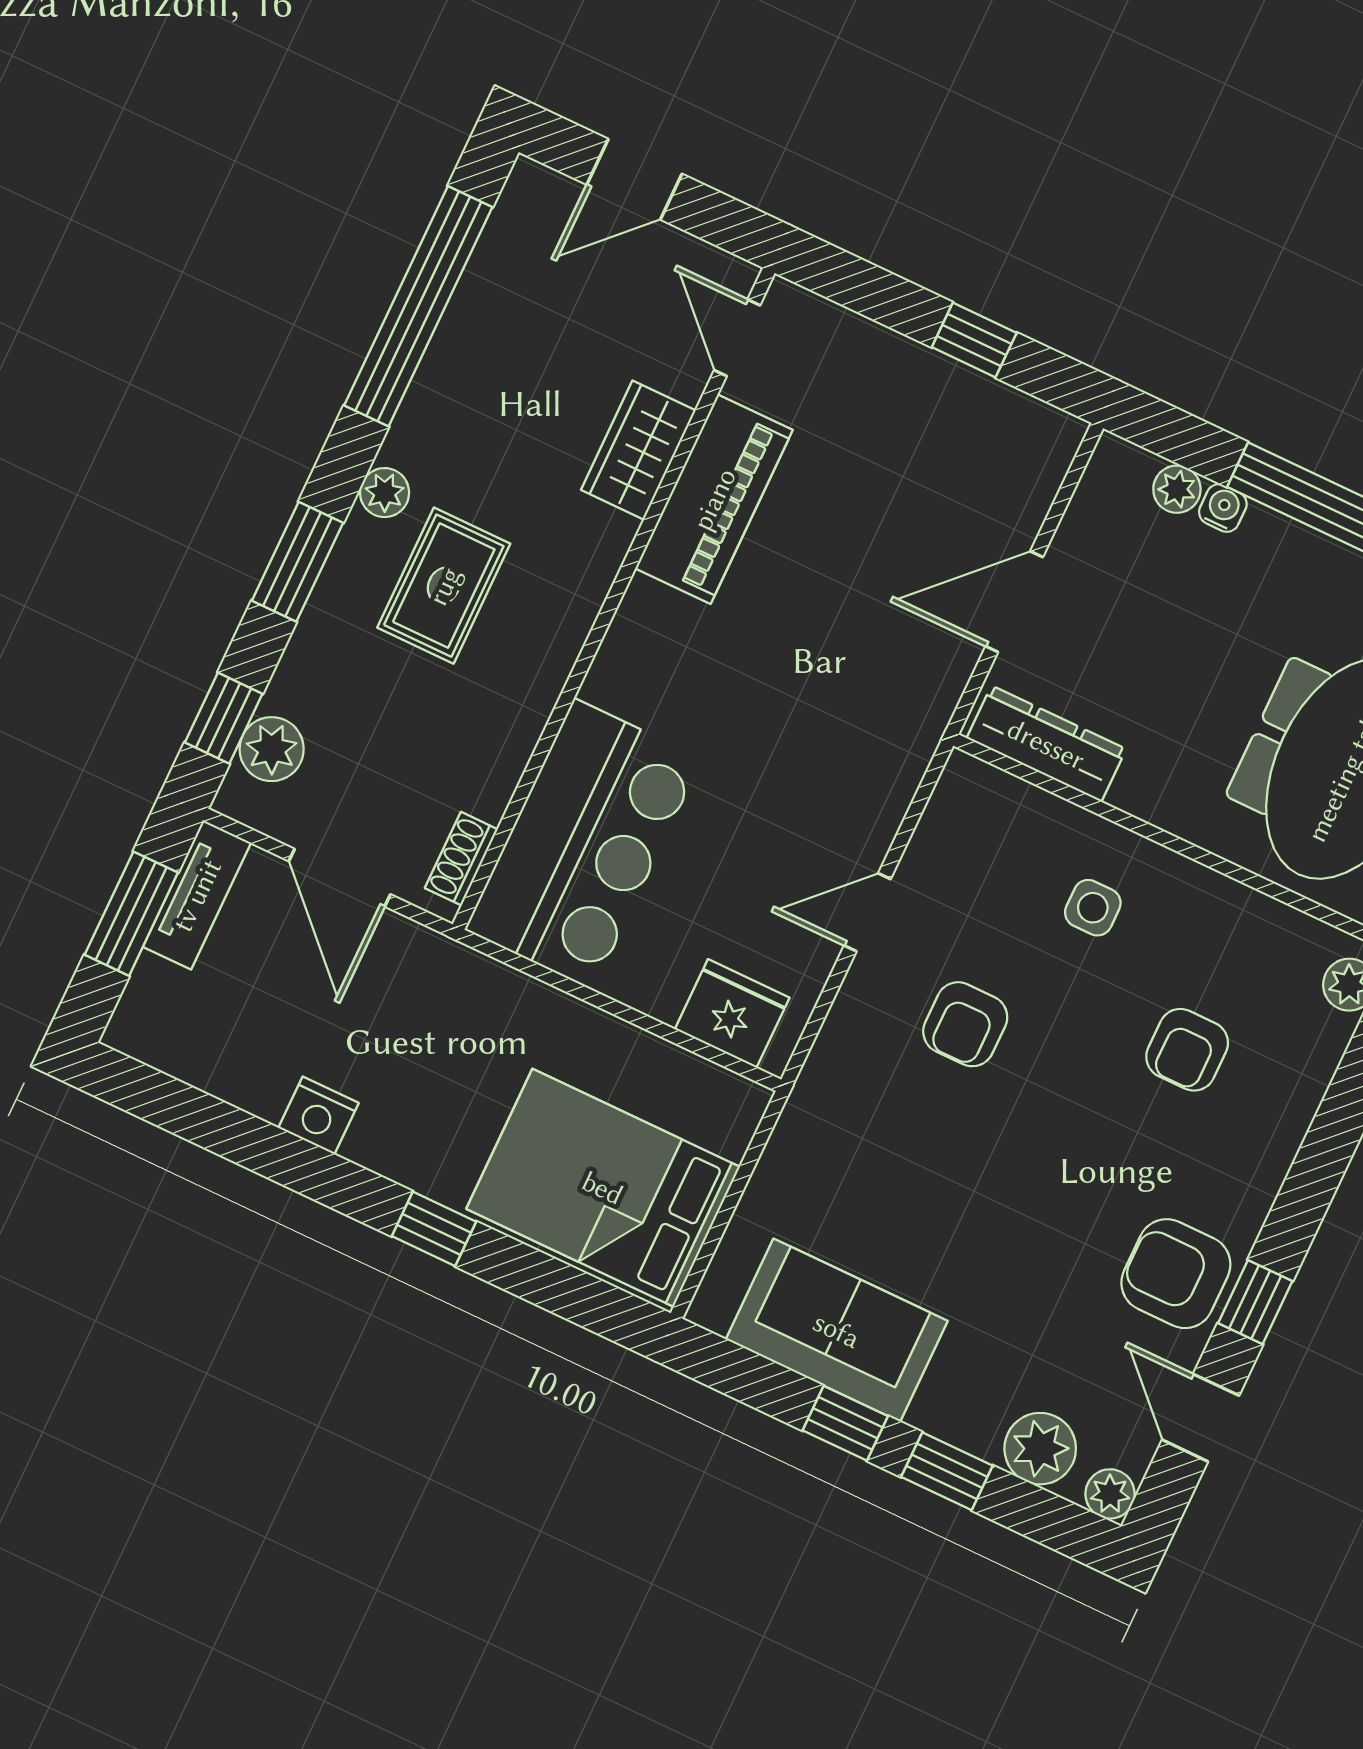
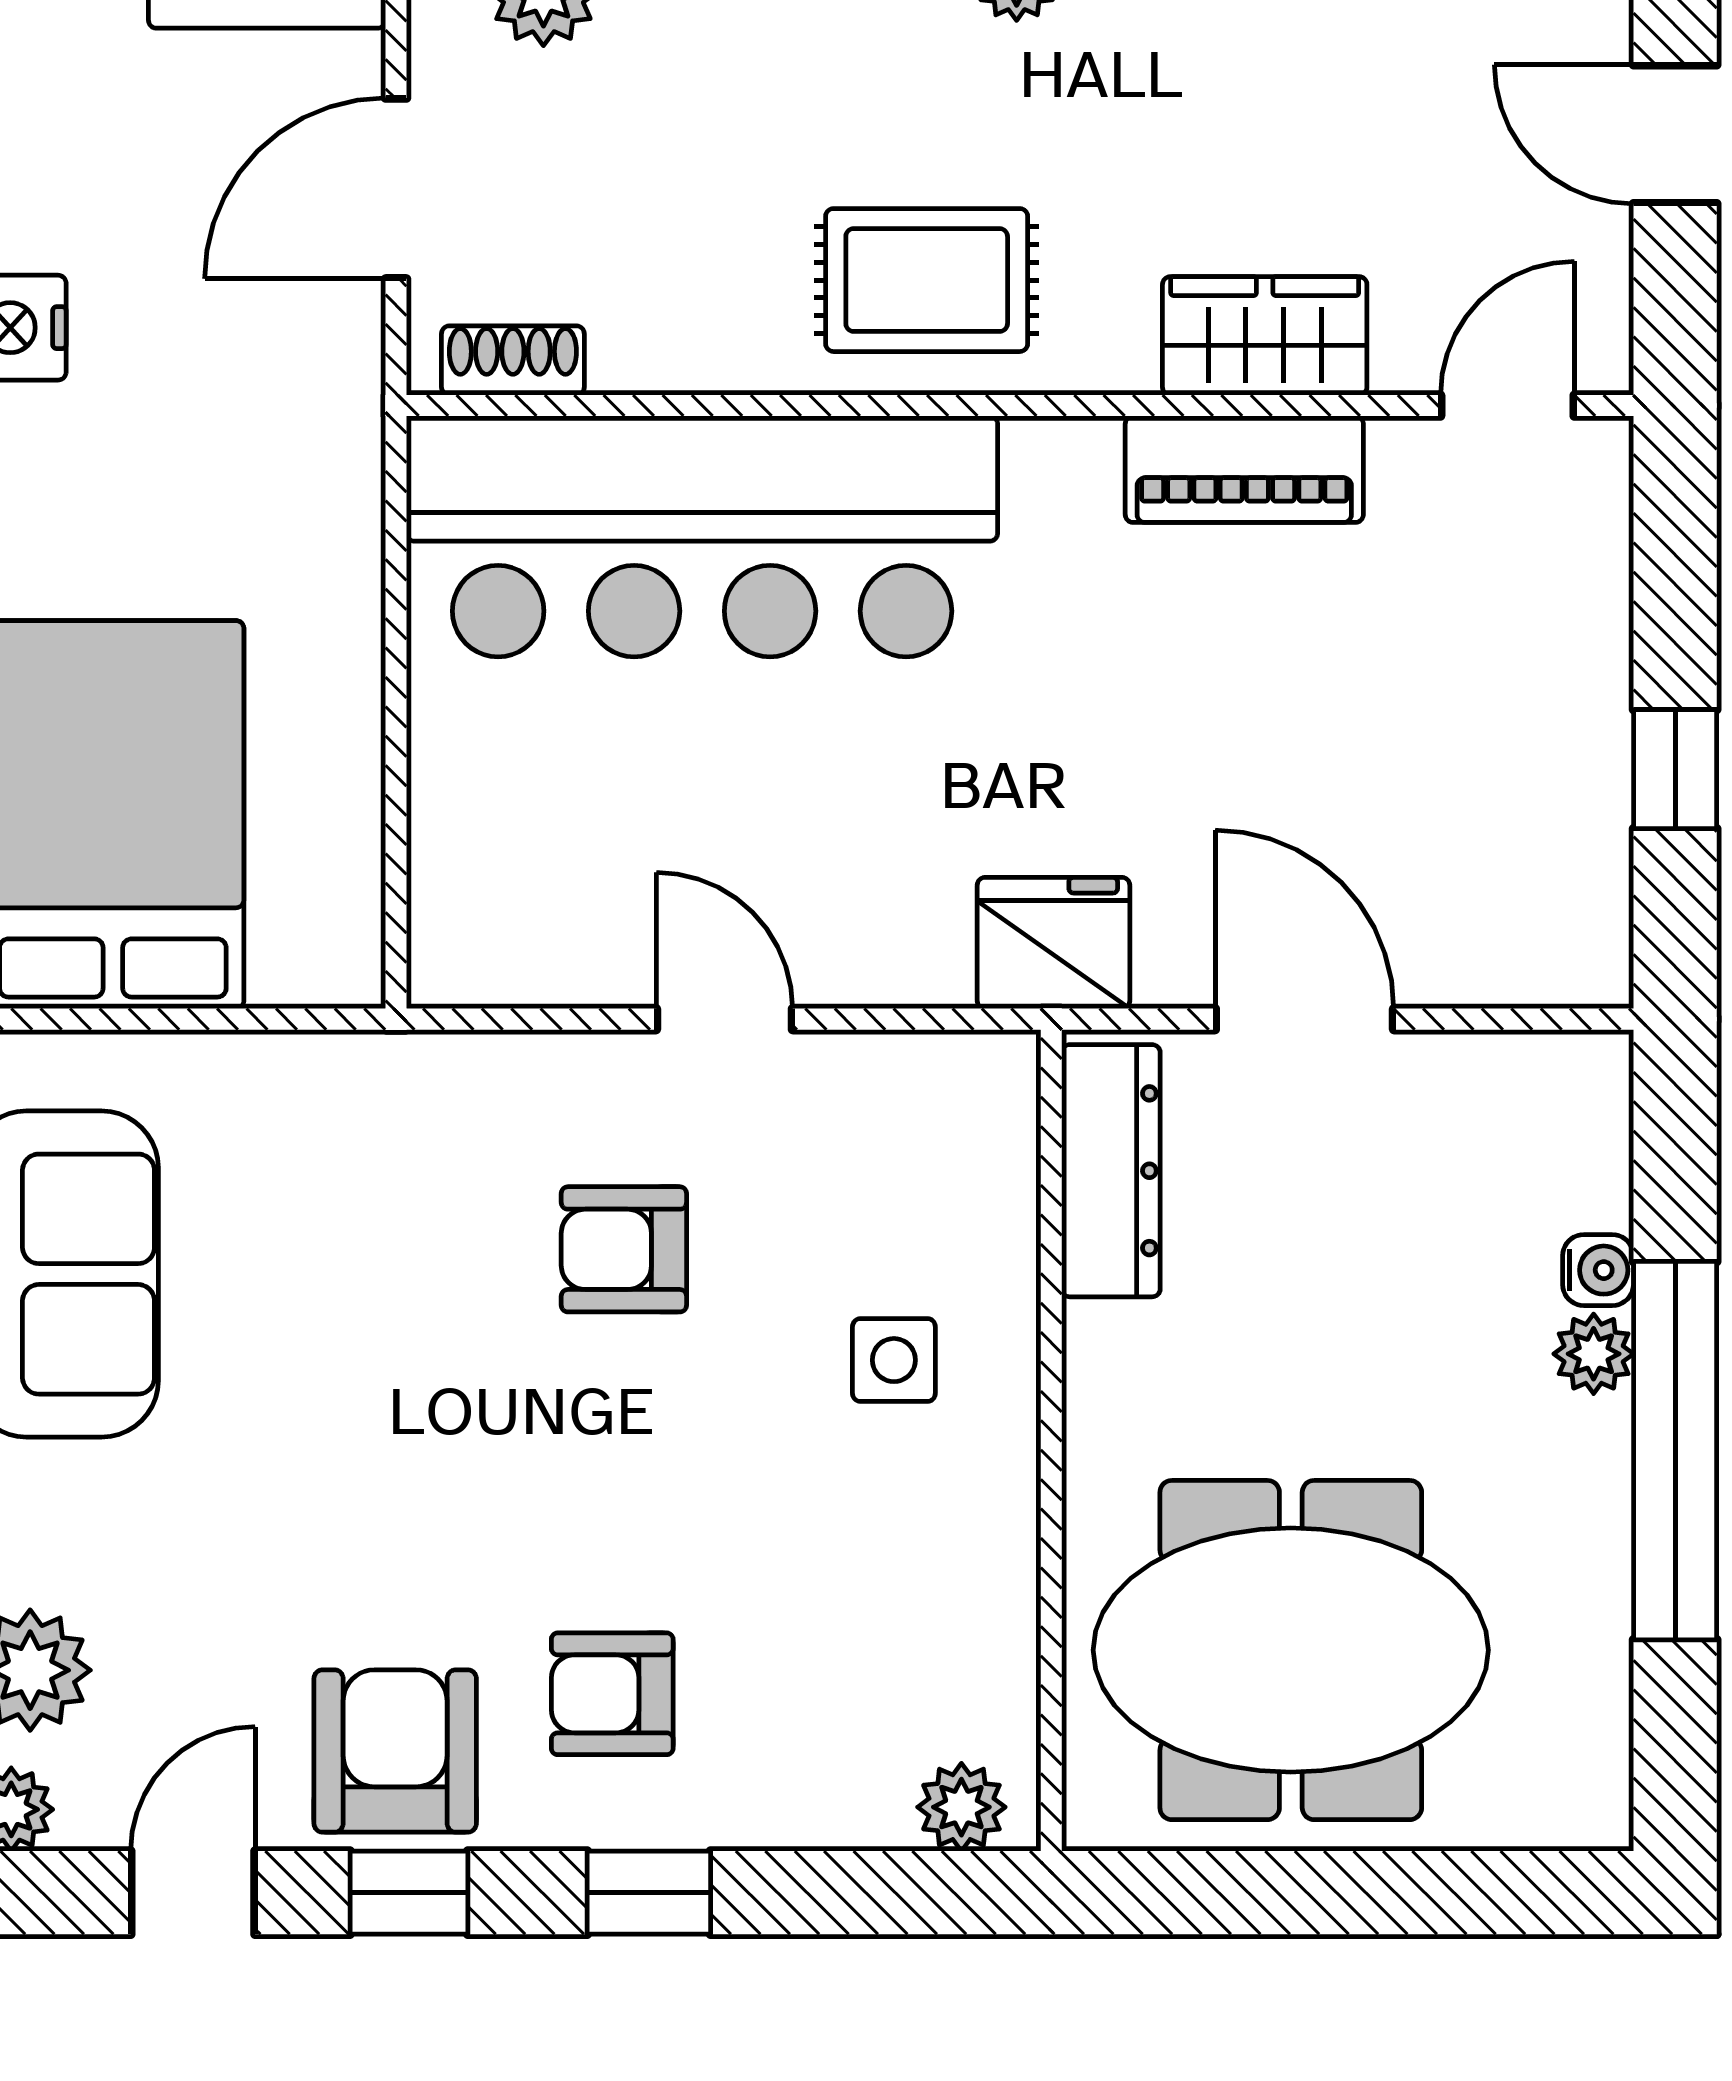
plant: (1177, 489) -> (1594, 1354), moved
piano: (714, 499) -> (1244, 469), width x0.73, depth x0.75
rug: (444, 586) -> (927, 280), moved
bar counter: (583, 844) -> (702, 536), width x1.36
fridge: (732, 1013) -> (1053, 943), moved, turned -90
armchair: (1187, 1050) -> (612, 1694), moved
window: (1316, 1174) -> (649, 1893), added

